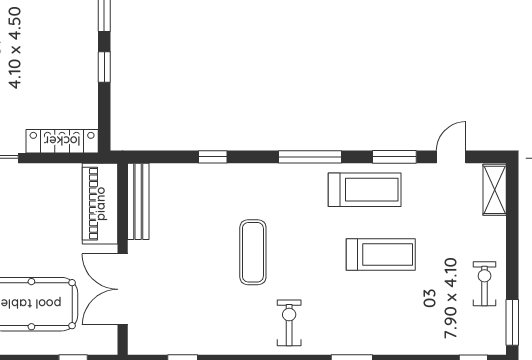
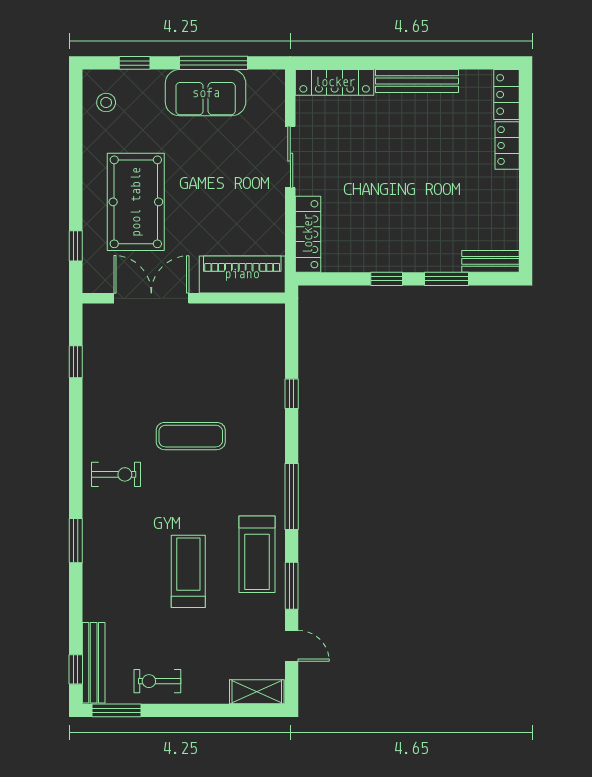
bench: (138, 201) -> (94, 663), moved, turned 90
treadmill: (381, 255) -> (188, 571), turned 180
exercise bike: (485, 284) -> (157, 681), turned 180

